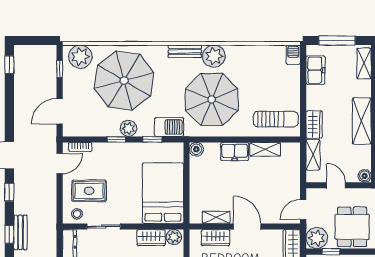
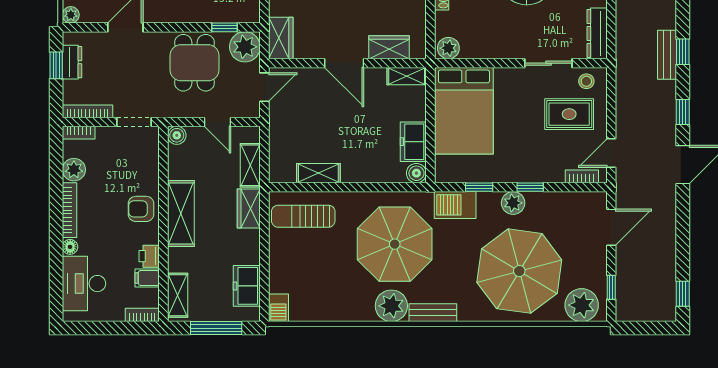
freezer: (235, 152) -> (413, 142), moved, turned -90
shelving: (216, 217) -> (407, 76), moved
wardrobe: (151, 238) -> (481, 47), removed

